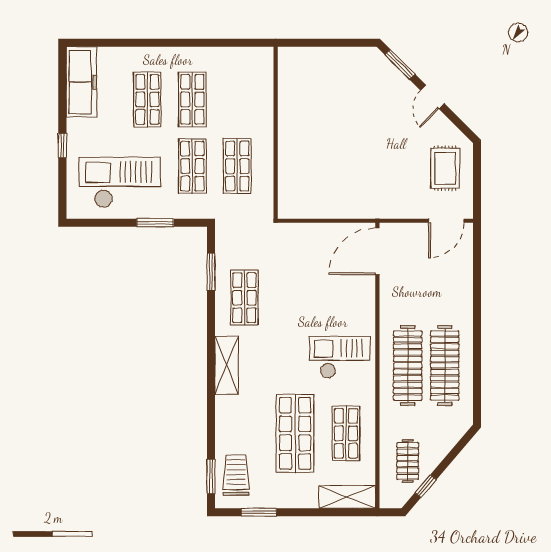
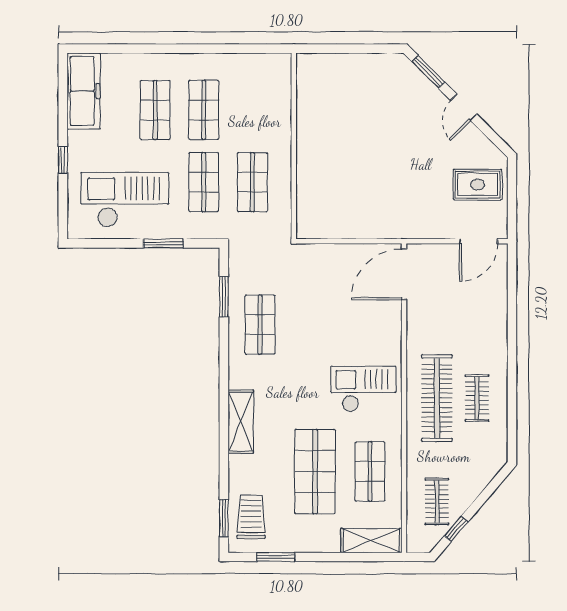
rug: (445, 168) -> (478, 184), turned 90
shelving: (227, 365) -> (241, 422), moved
clothes rail: (445, 366) -> (477, 398), width x0.54, depth x0.76

